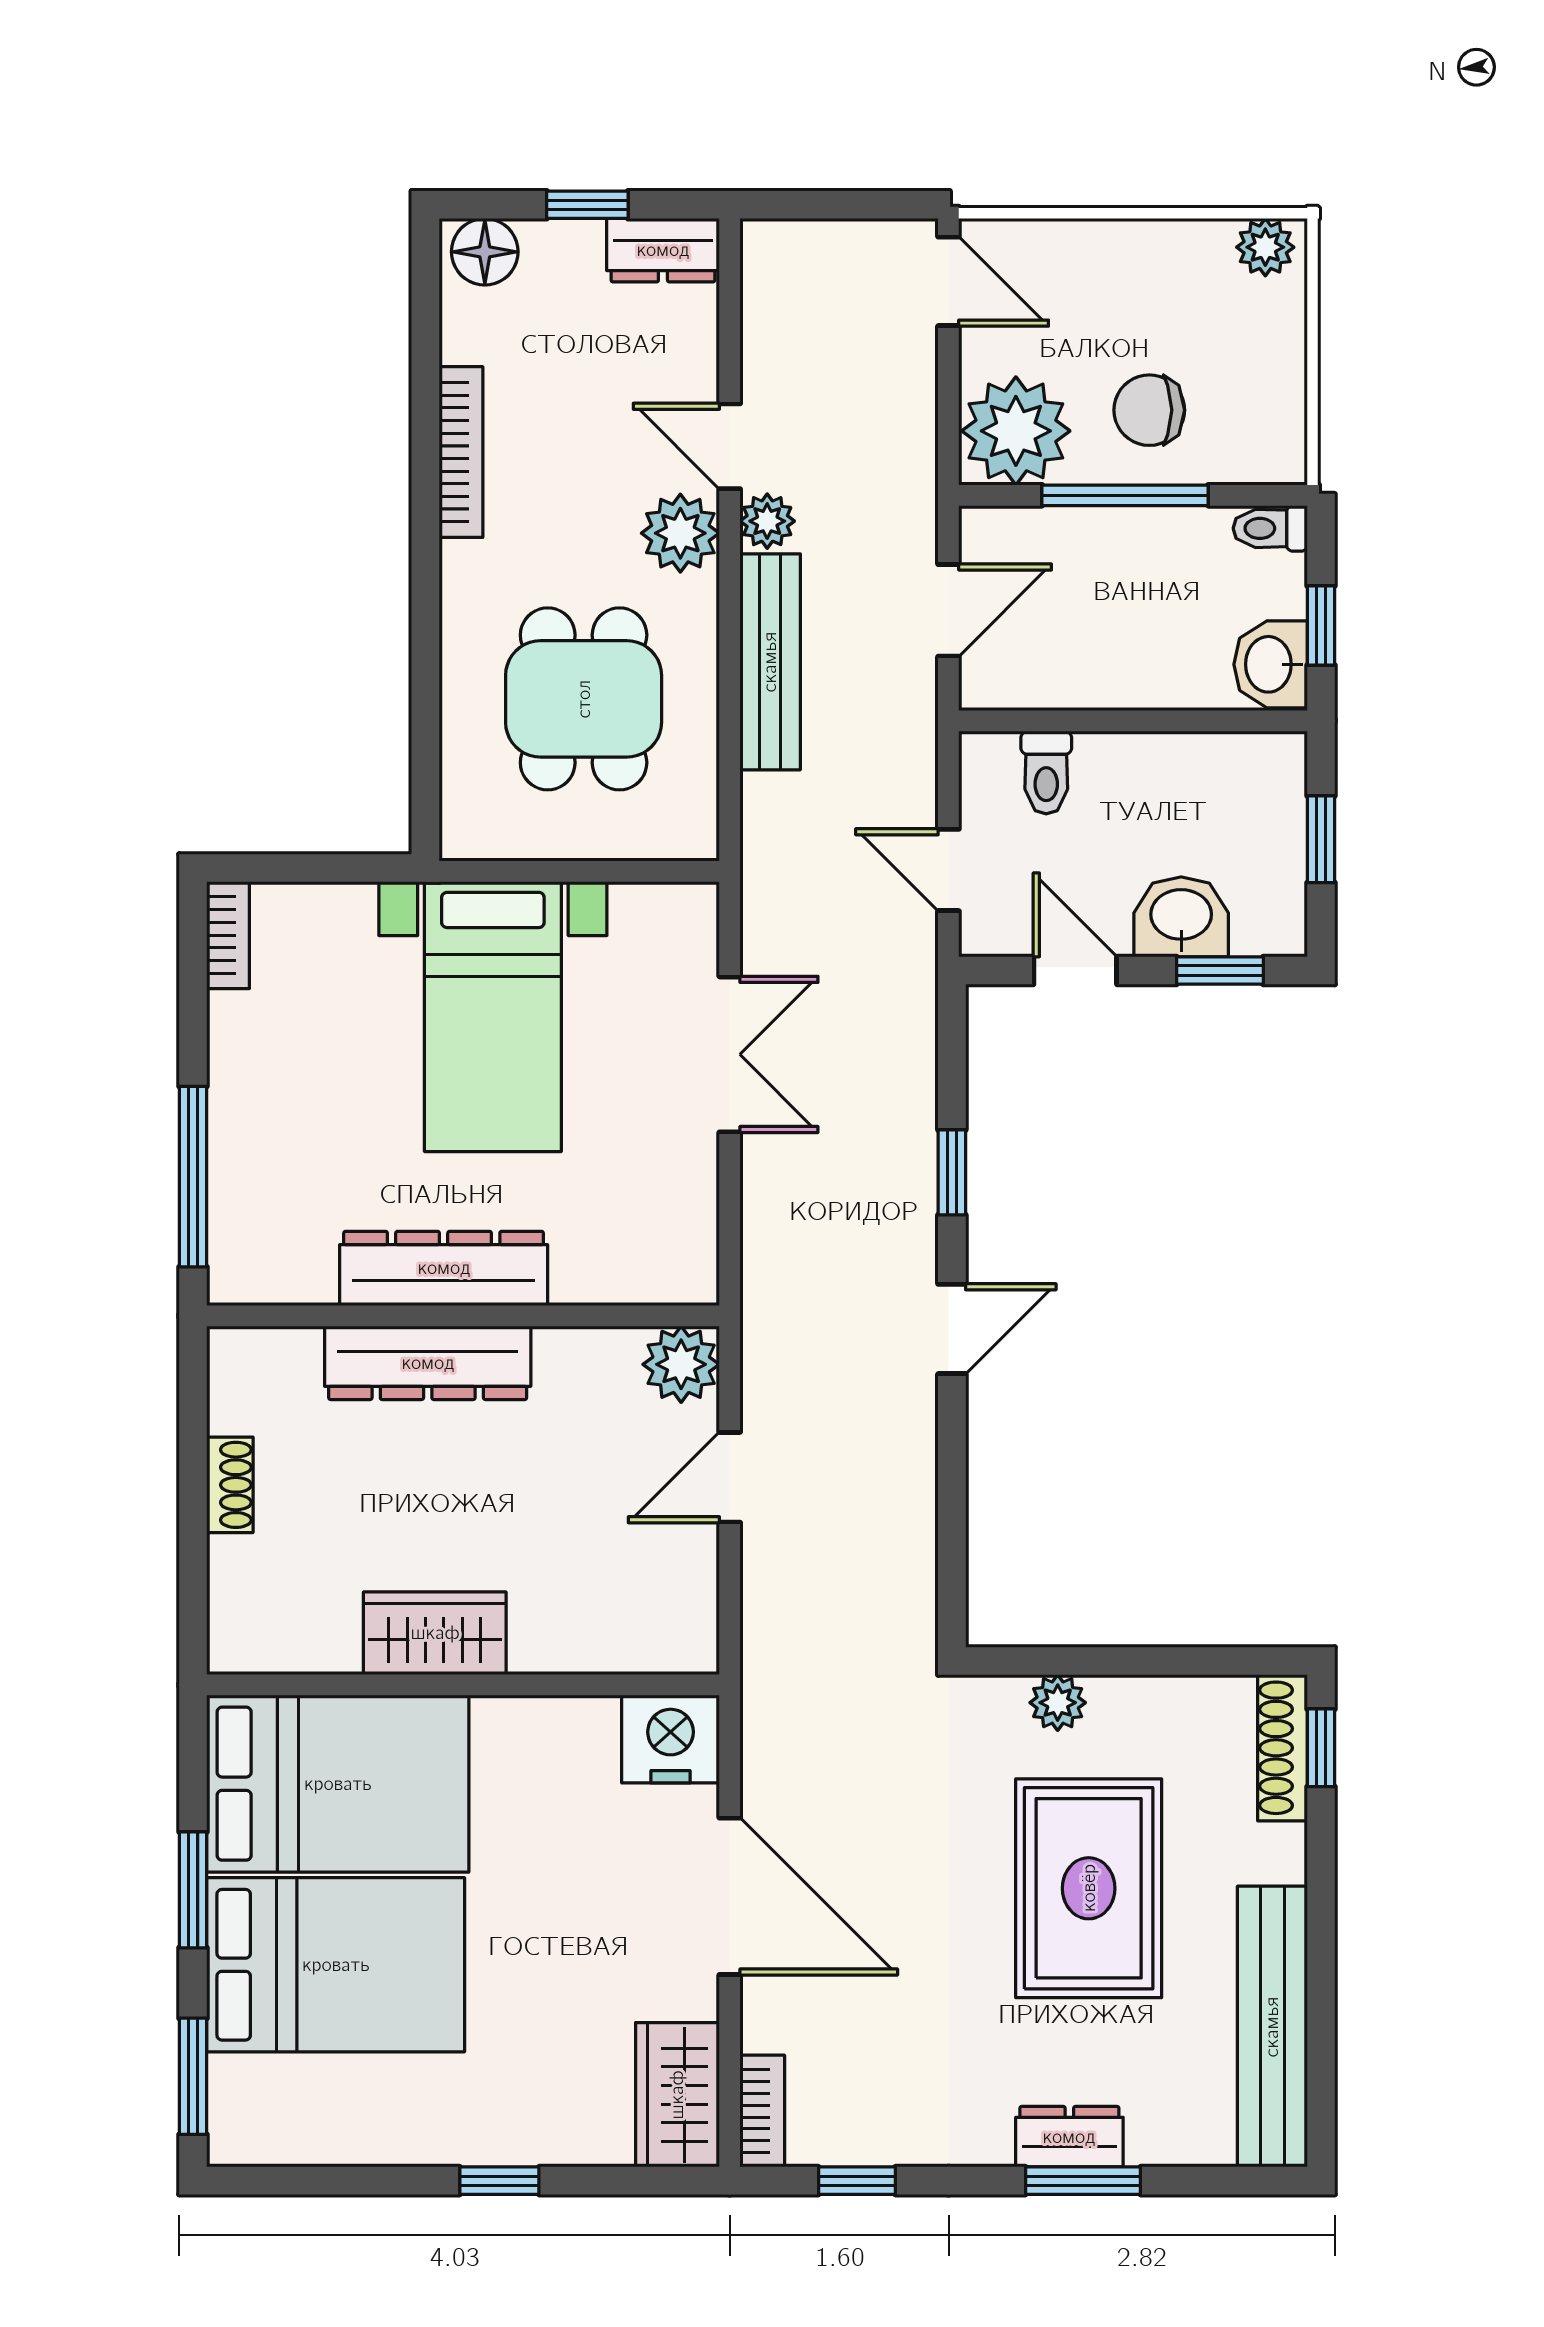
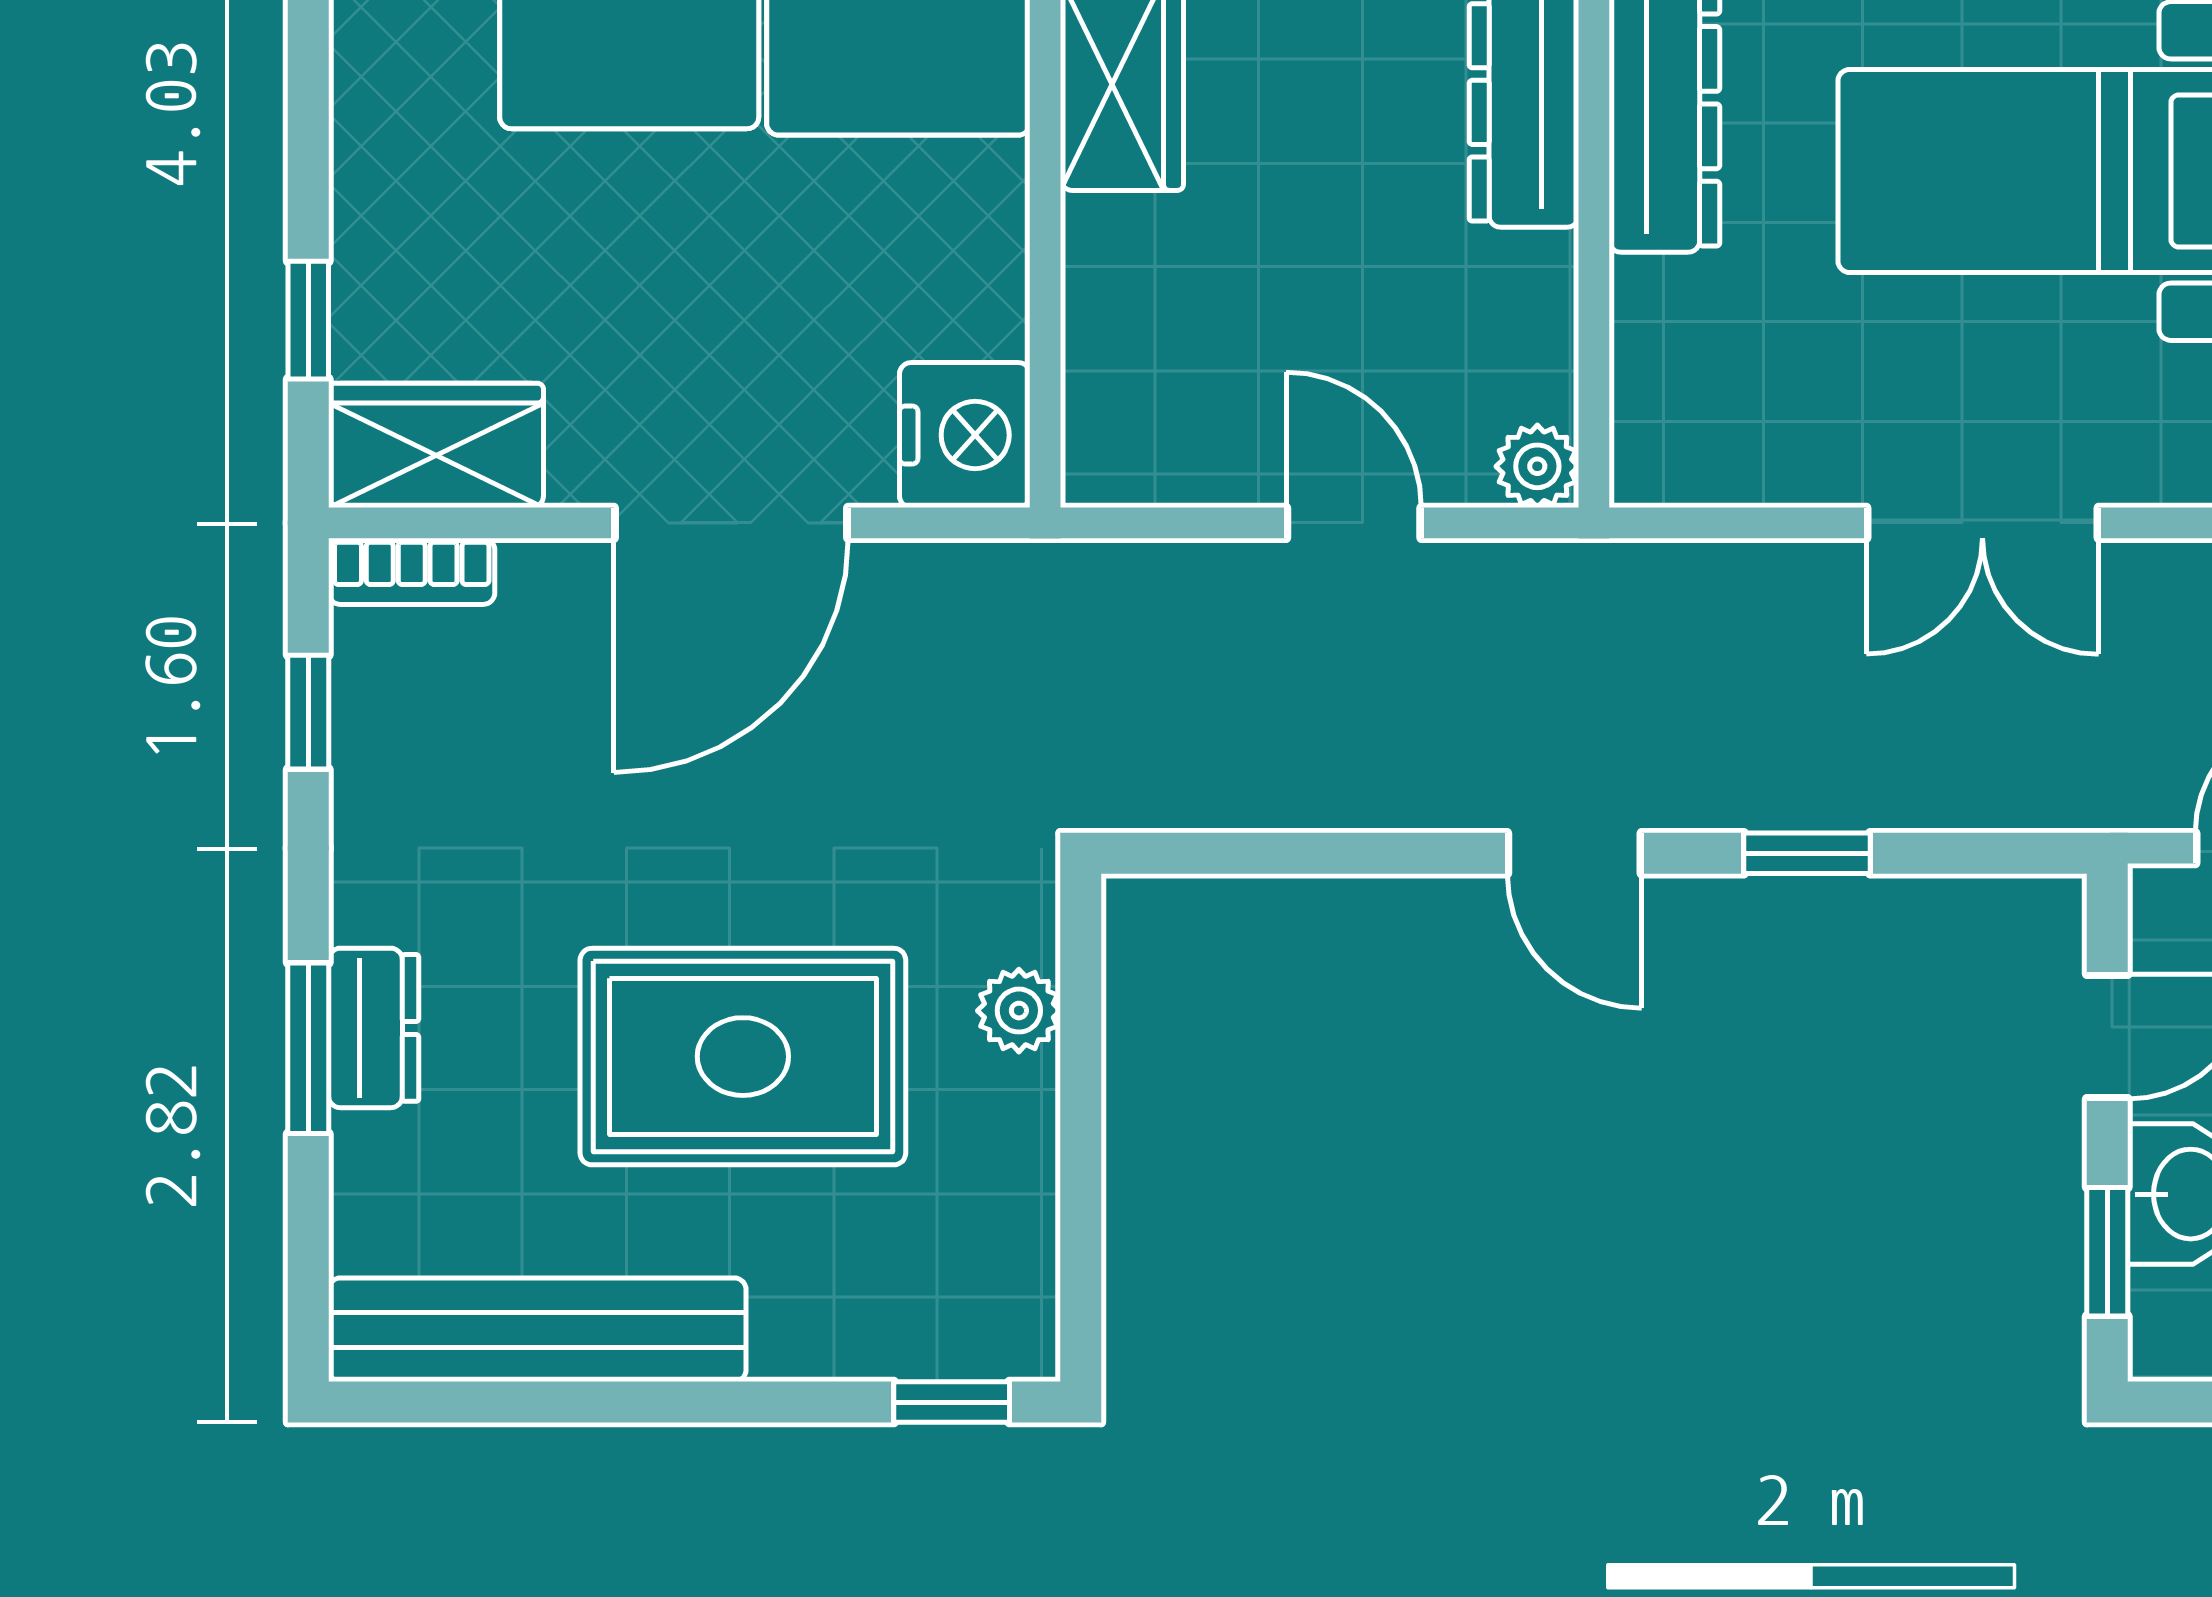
plant: (681, 1364) -> (1537, 466), width x0.73, depth x0.73
shoe rack: (1282, 1748) -> (952, 1345), removed
window: (499, 2181) -> (308, 320), moved

